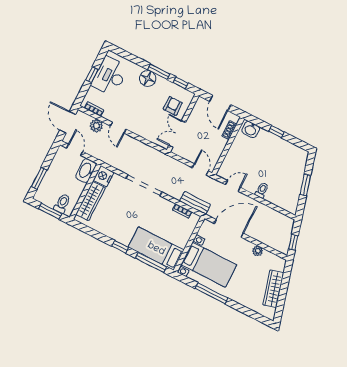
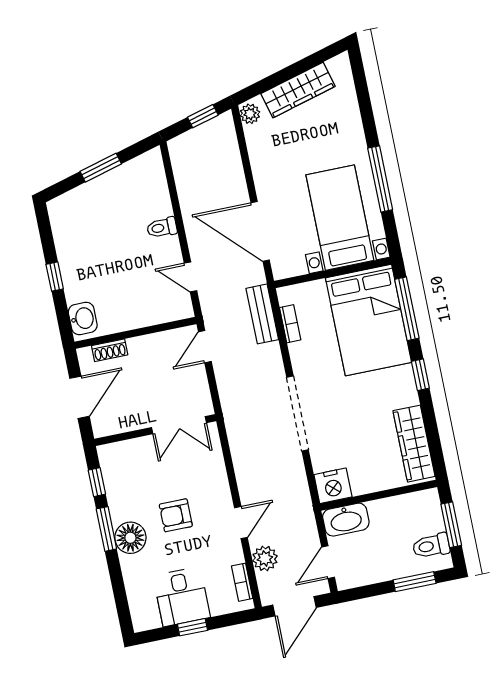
desk: (110, 76) -> (182, 597), width x0.73
armchair: (173, 106) -> (176, 515), moved
wardrobe: (91, 201) -> (414, 444), moved, turned -90
toilet: (62, 203) -> (431, 546), moved
bed: (156, 249) -> (369, 320), width x1.50
plant: (258, 251) -> (250, 114), moved

